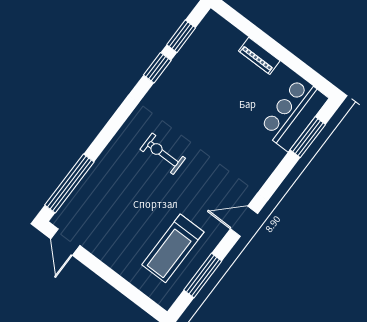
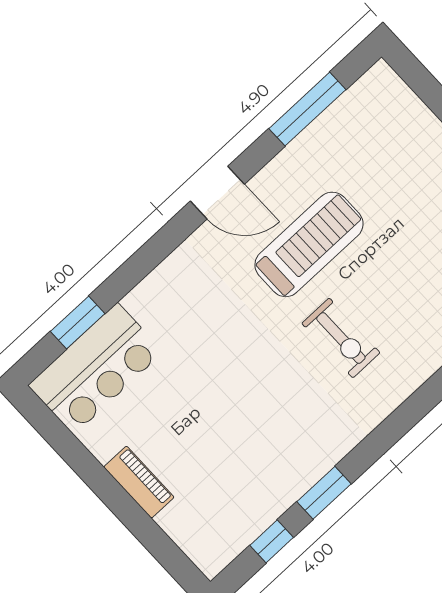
window: (181, 36) -> (272, 541), width x0.67
window: (308, 137) -> (78, 323), width x0.69
treadmill: (173, 248) -> (309, 244), moved

